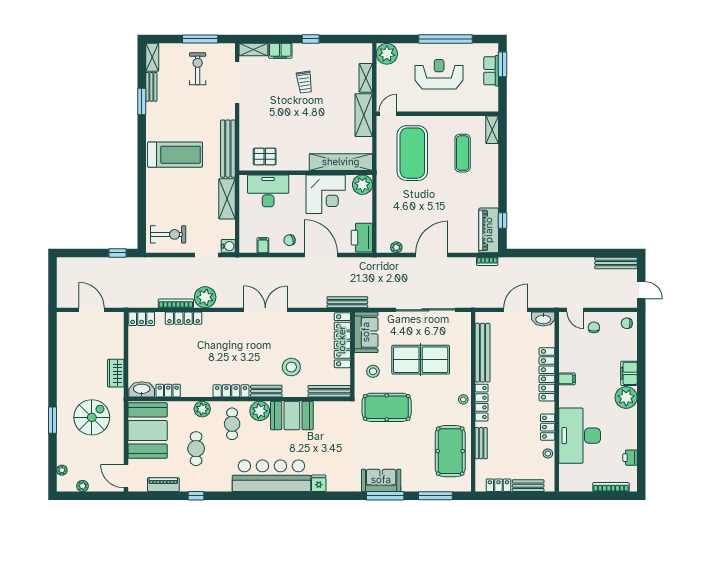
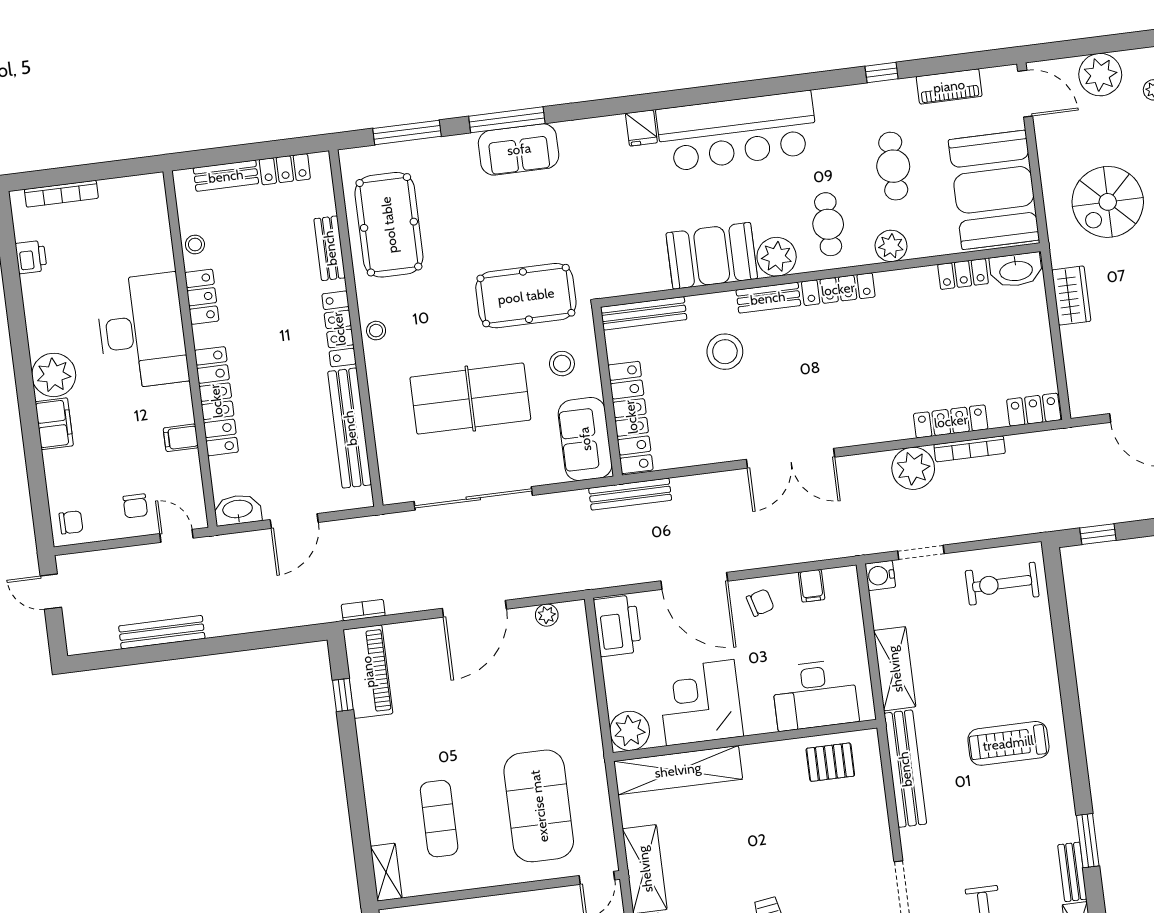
treadmill: (175, 155) -> (1008, 743), width x0.73, depth x0.73
bench: (616, 263) -> (162, 632), moved
filing cabinet: (567, 379) -> (181, 438), moved
desk: (580, 436) -> (142, 331), moved
plant: (83, 486) -> (1100, 75), width x1.88, depth x1.88

